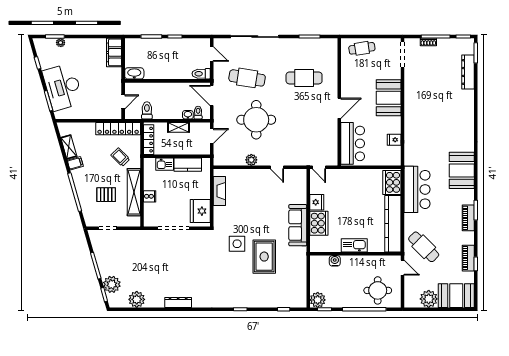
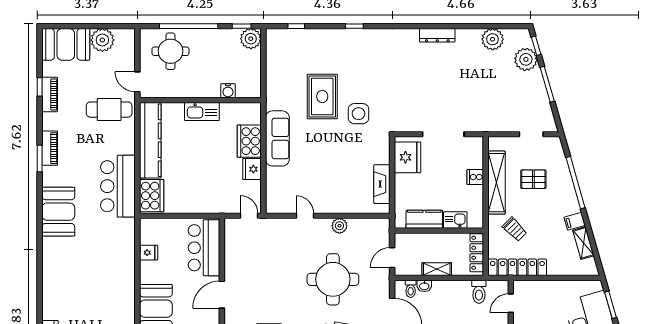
cafe table: (424, 247) -> (109, 110), turned -45

